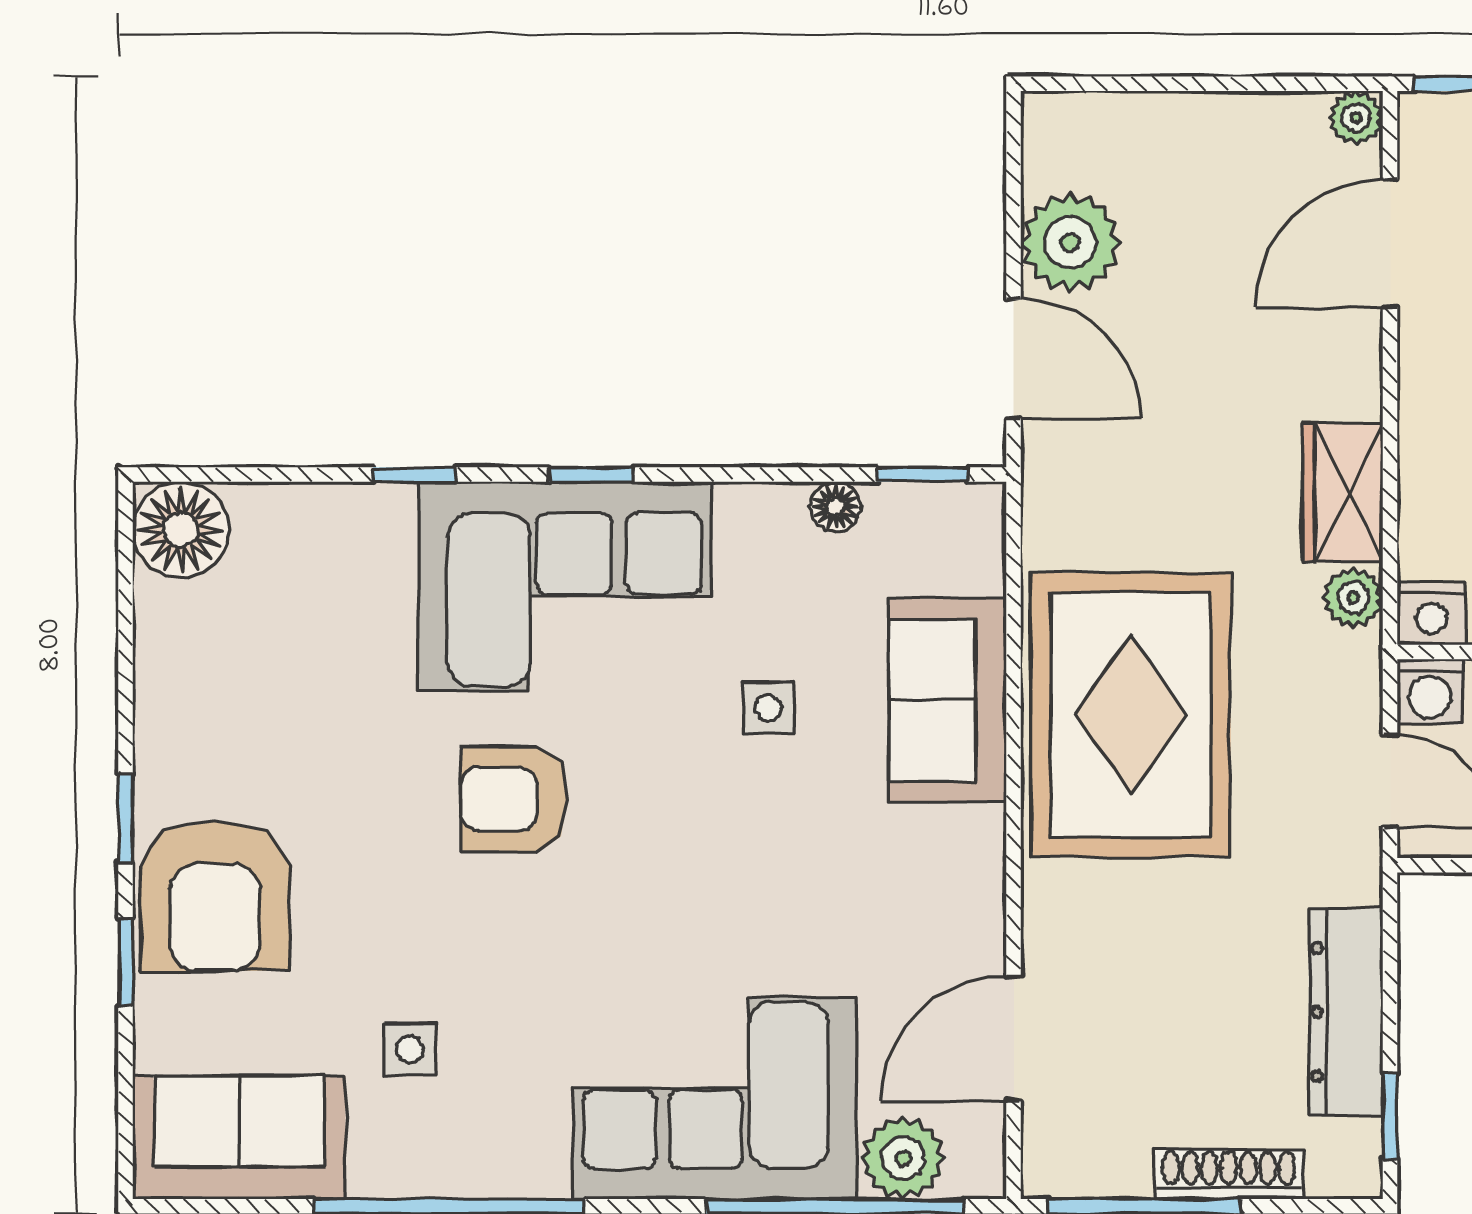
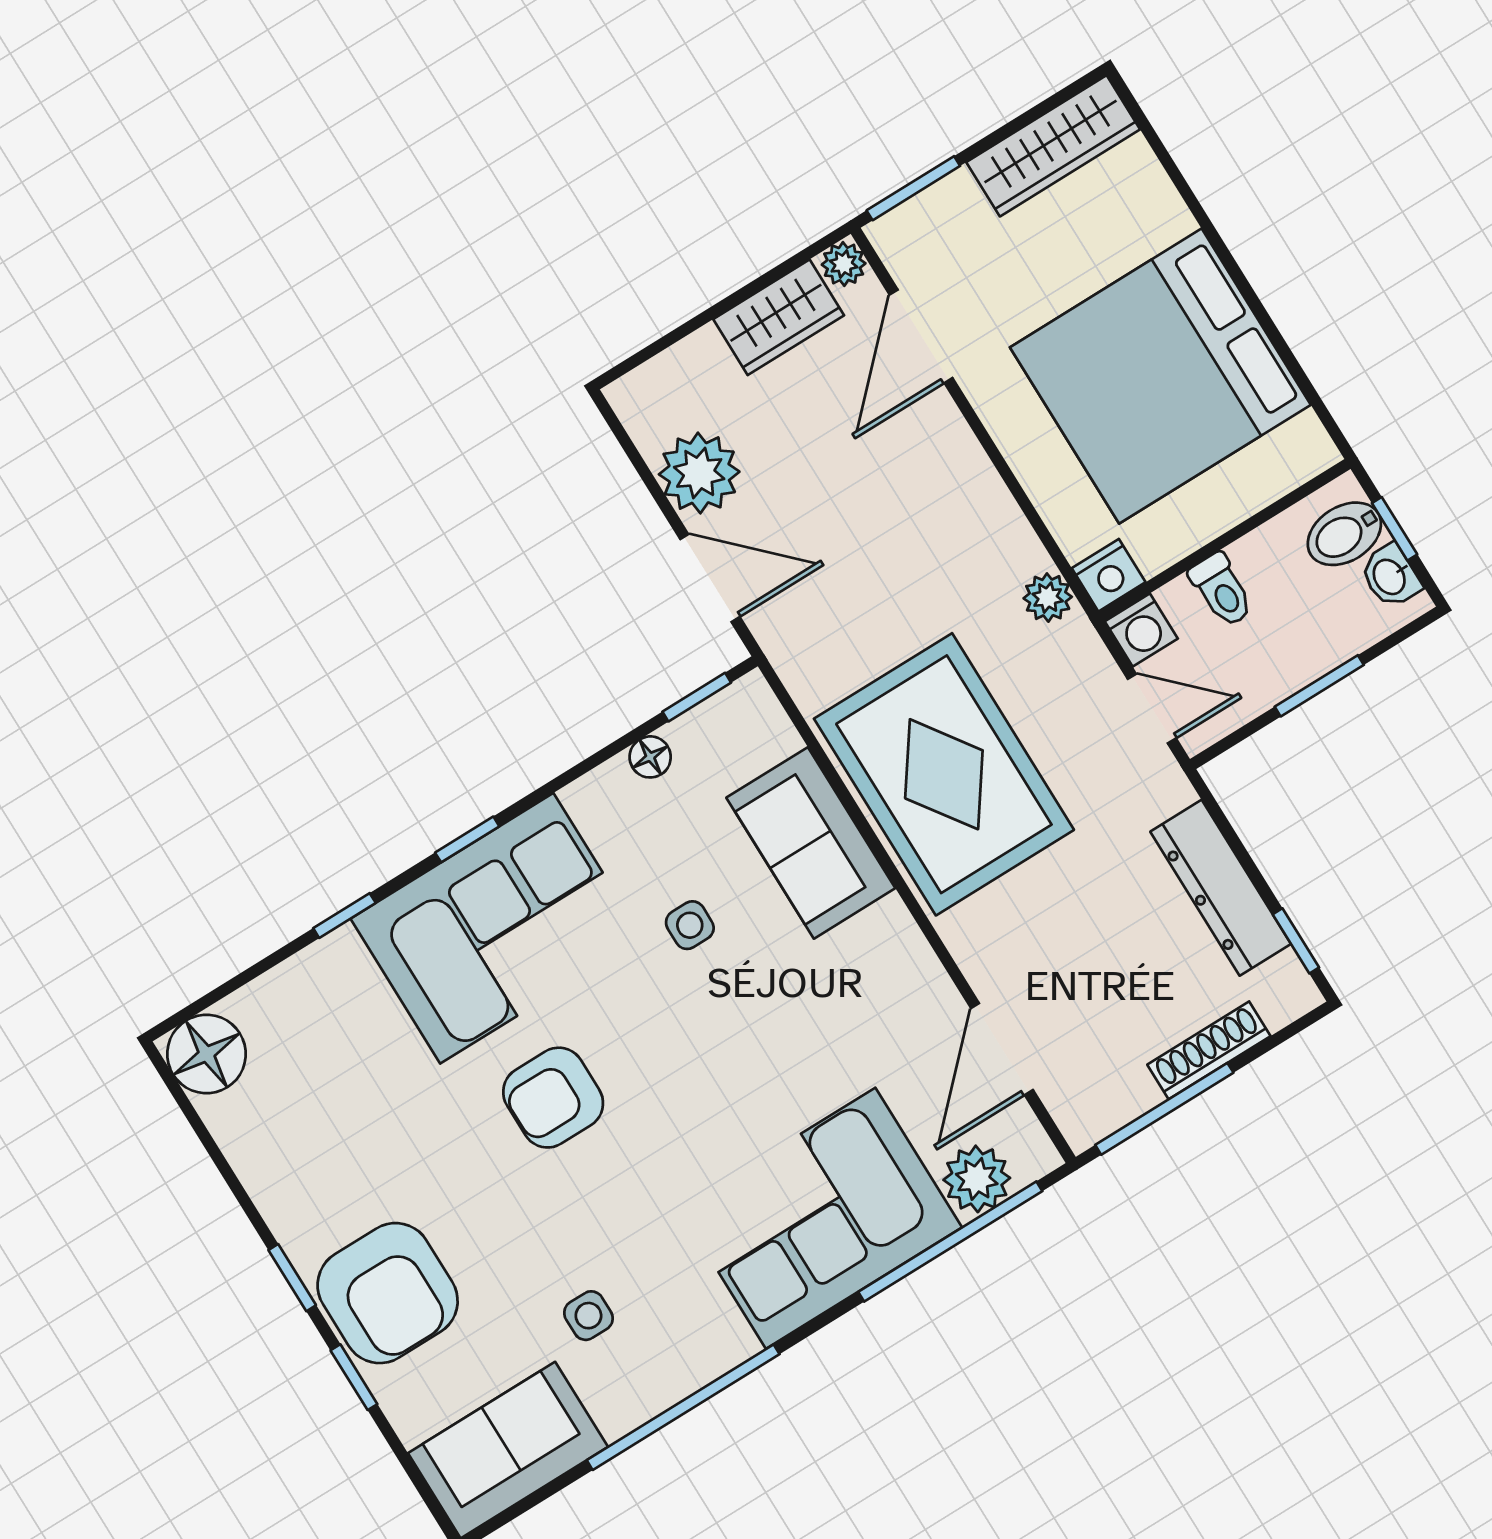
wardrobe: (1343, 492) -> (779, 317), moved, turned -90

